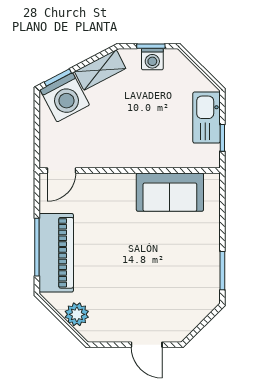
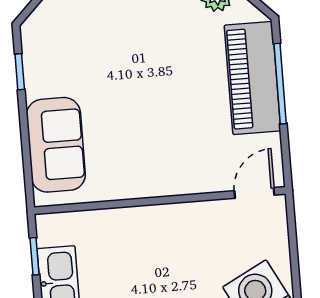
sofa: (170, 192) -> (56, 145), moved, turned 90
window: (222, 271) -> (20, 72), width x0.67

